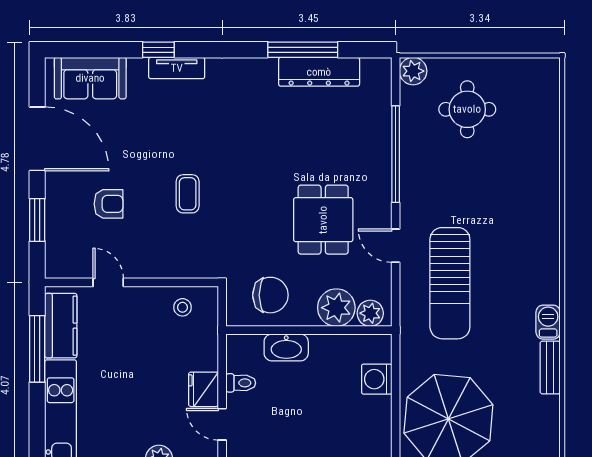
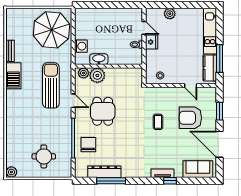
plant: (413, 71) -> (11, 172), moved
armchair: (108, 204) -> (190, 118), width x1.88, depth x1.88
chair: (270, 295) -> (88, 145), moved, turned 90
barbecue: (548, 322) -> (13, 76), width x1.88, depth x1.53
washbasin: (286, 347) -> (99, 59), moved

